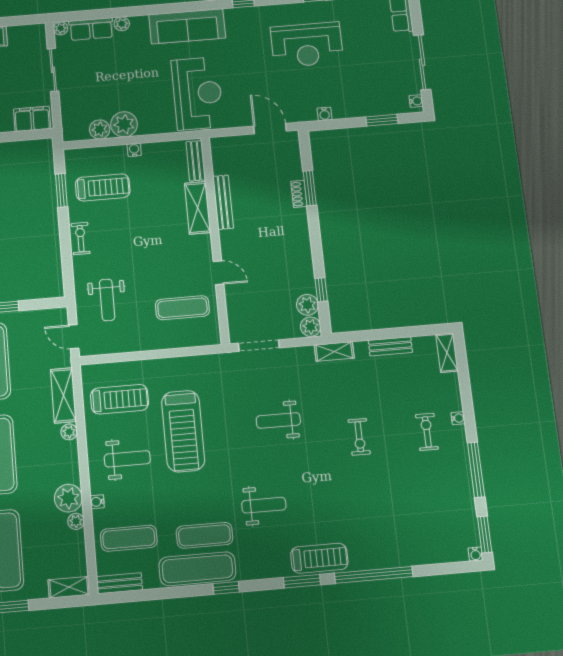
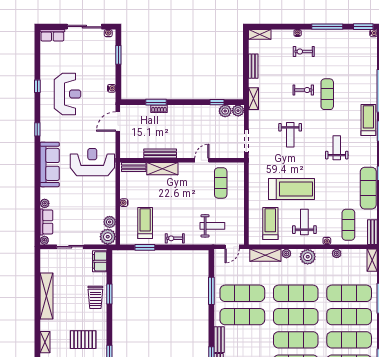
plant: (124, 124) -> (108, 237), moved
plant: (68, 498) -> (308, 257), moved
exercise mat: (204, 535) -> (327, 94), moved

